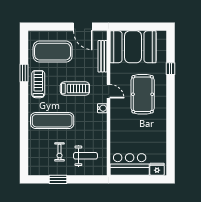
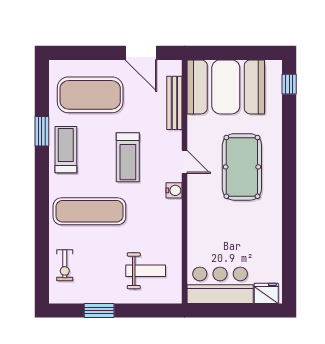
window: (171, 69) -> (289, 84), moved
treadmill: (75, 89) -> (128, 157), turned 90
exercise bike: (59, 152) -> (65, 265), moved

